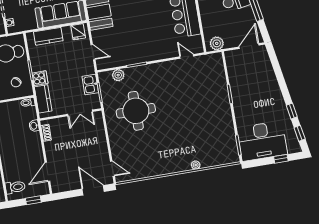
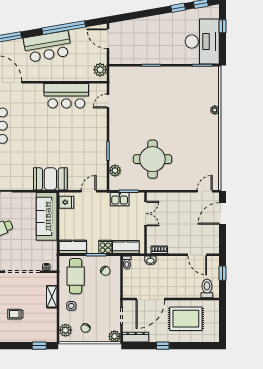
kitchen counter: (48, 36) -> (73, 247), moved, turned -90

